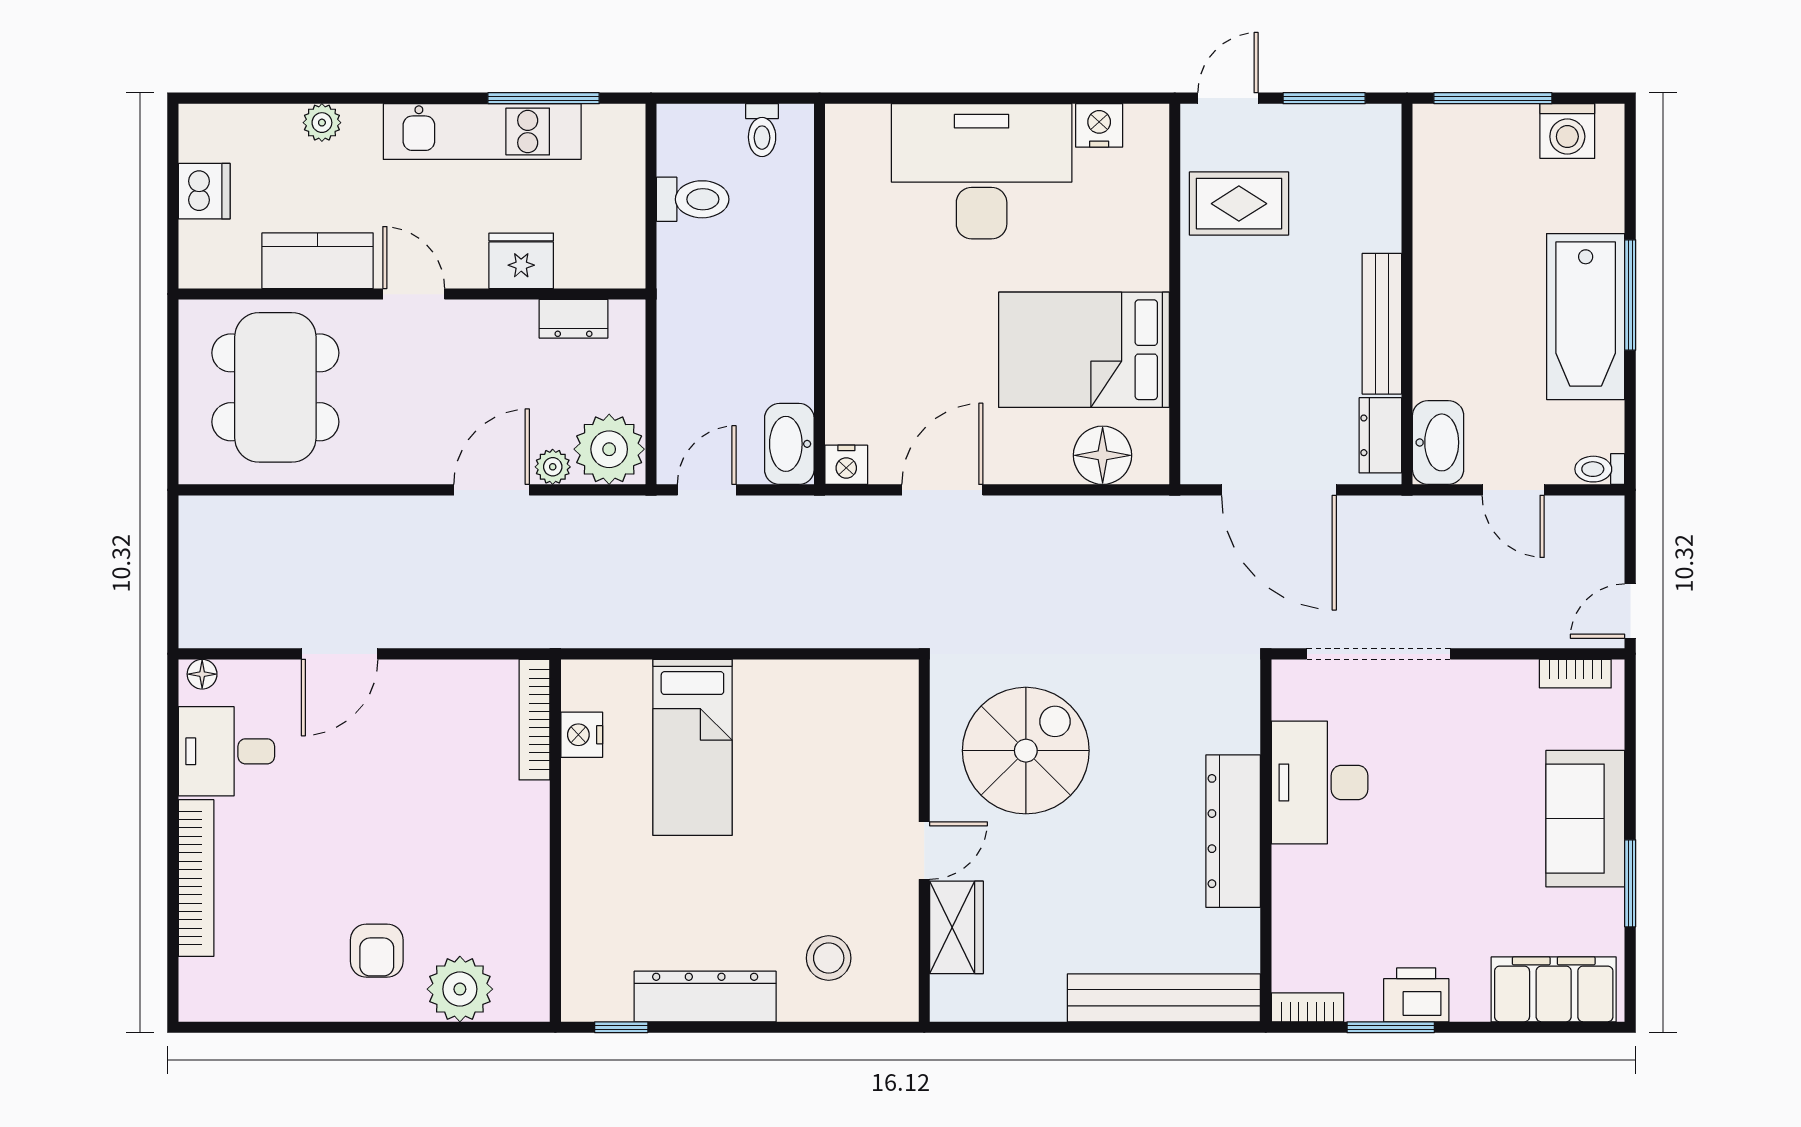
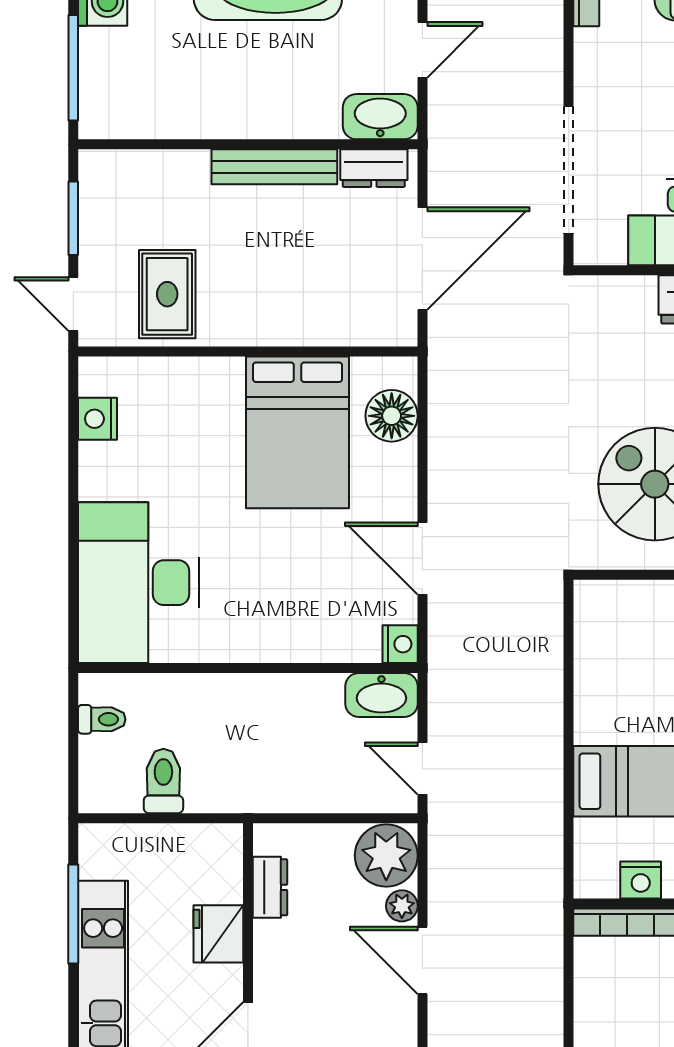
desk: (982, 171) -> (138, 583), moved

